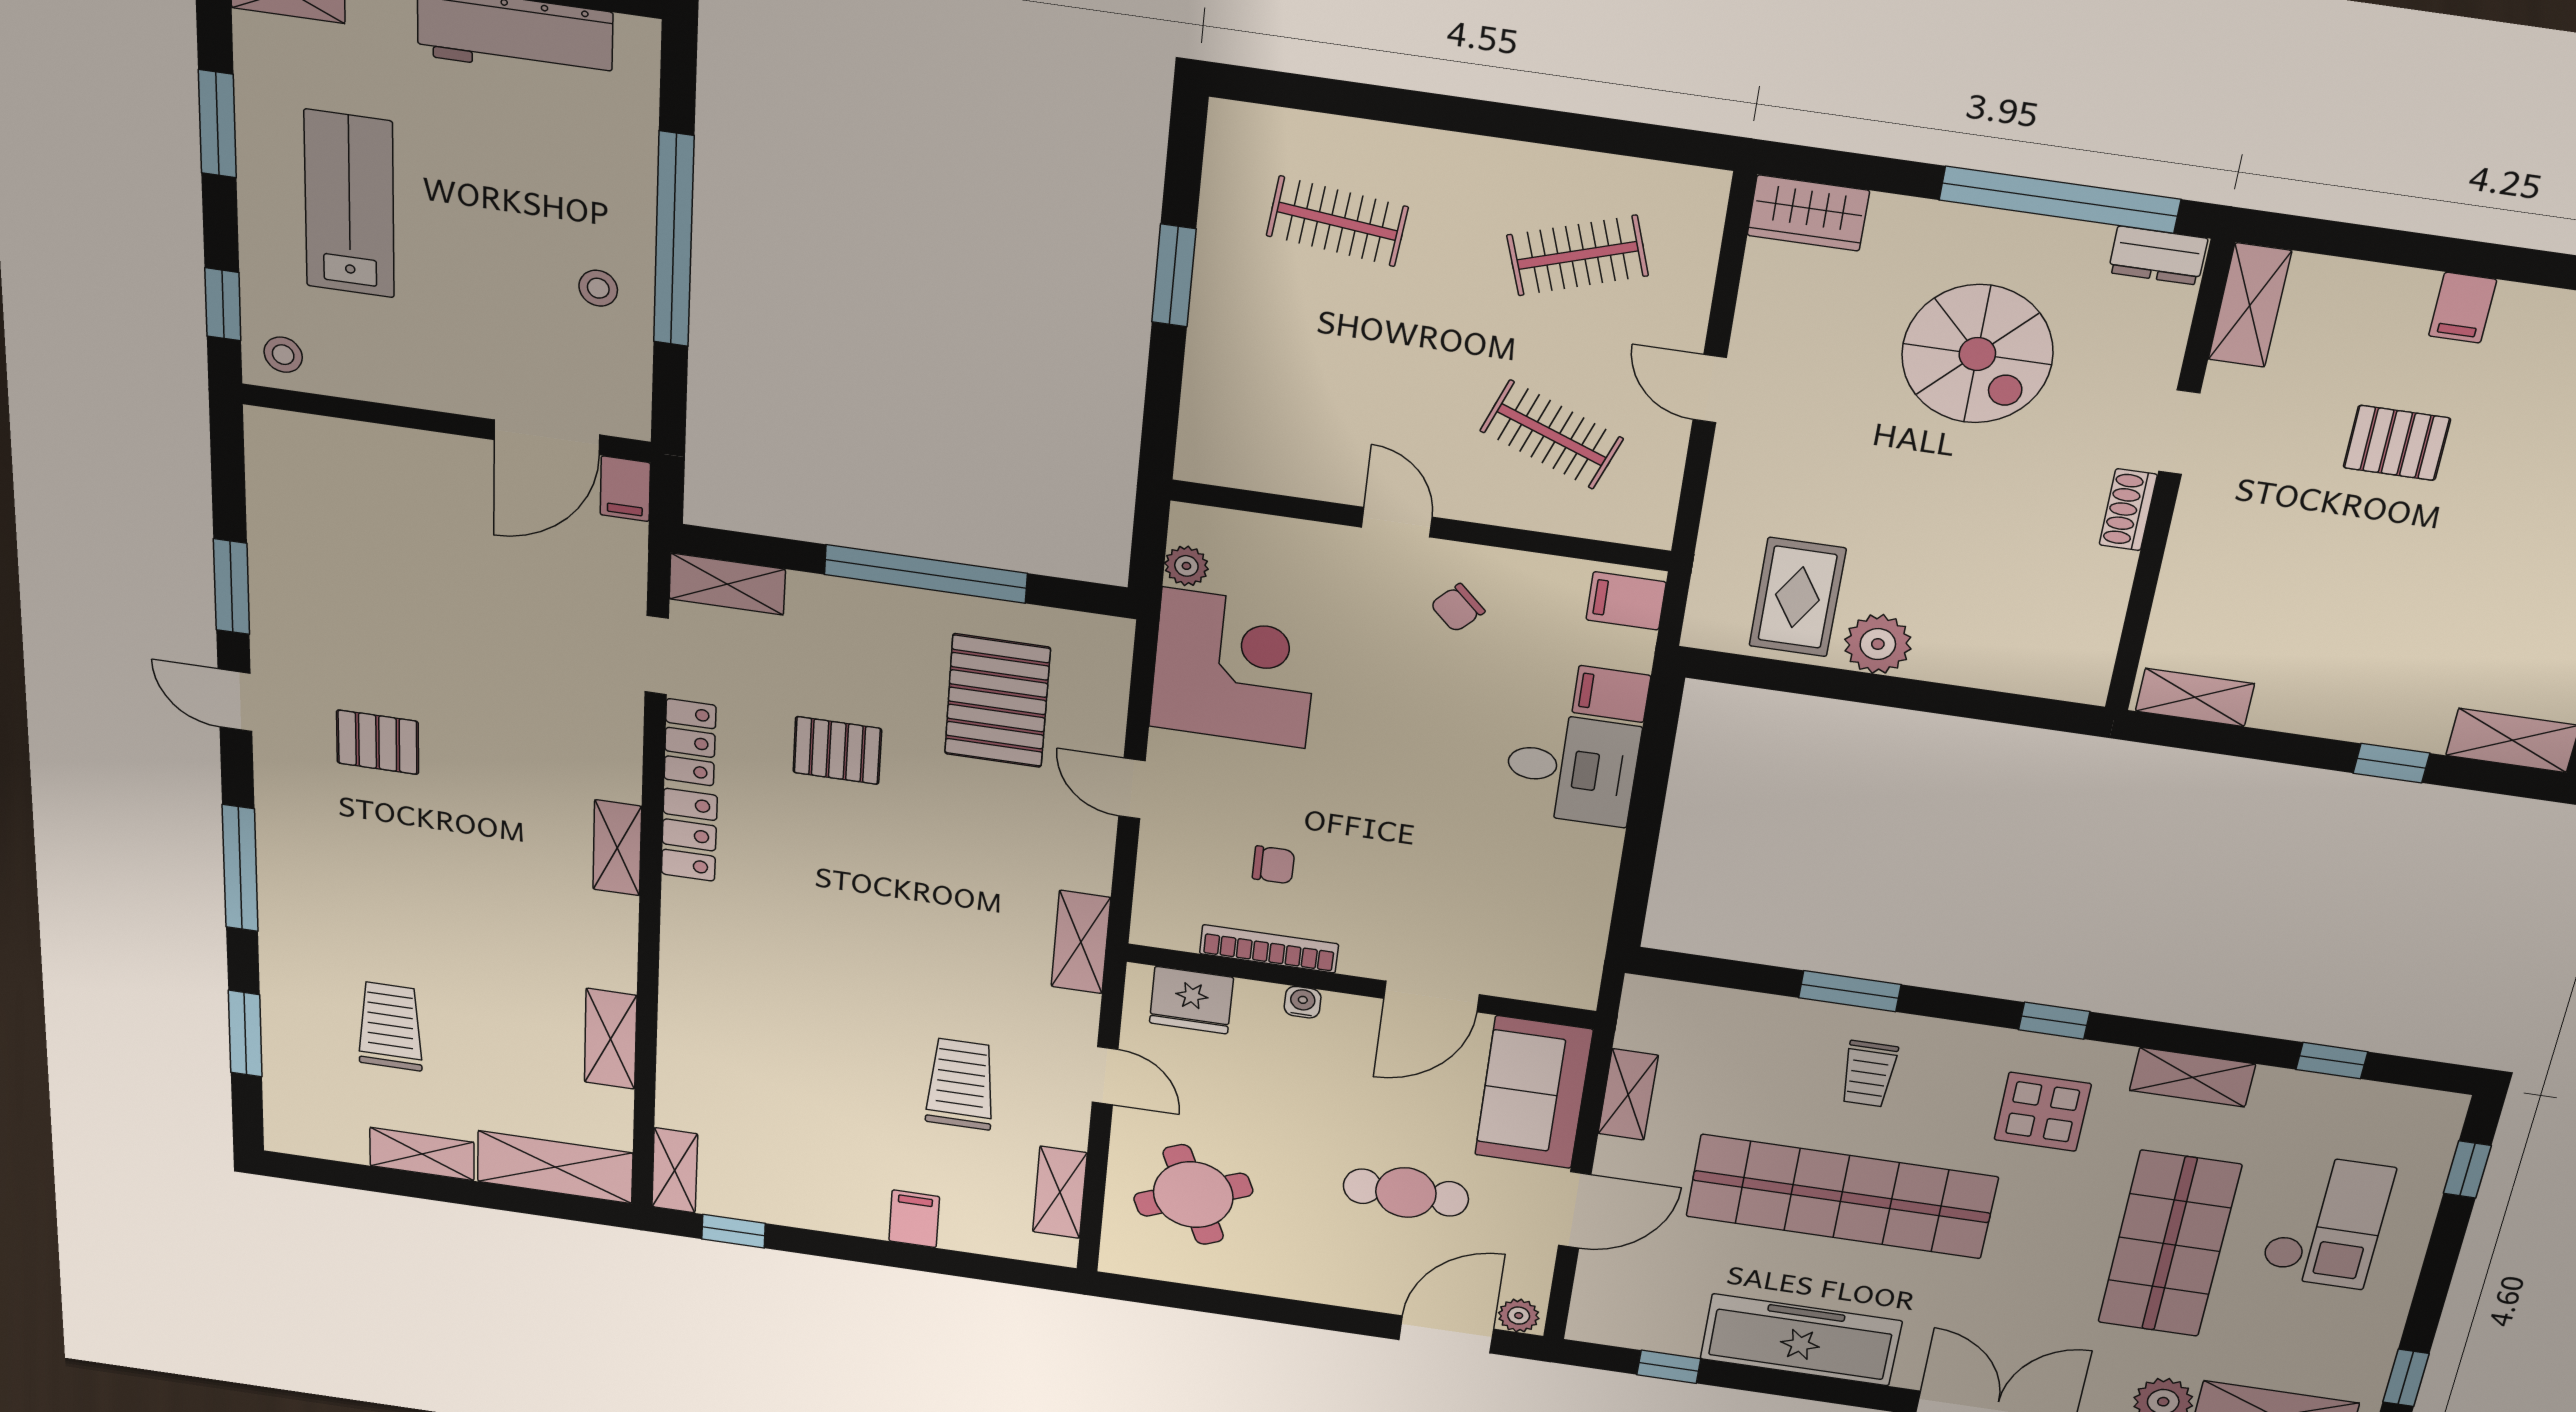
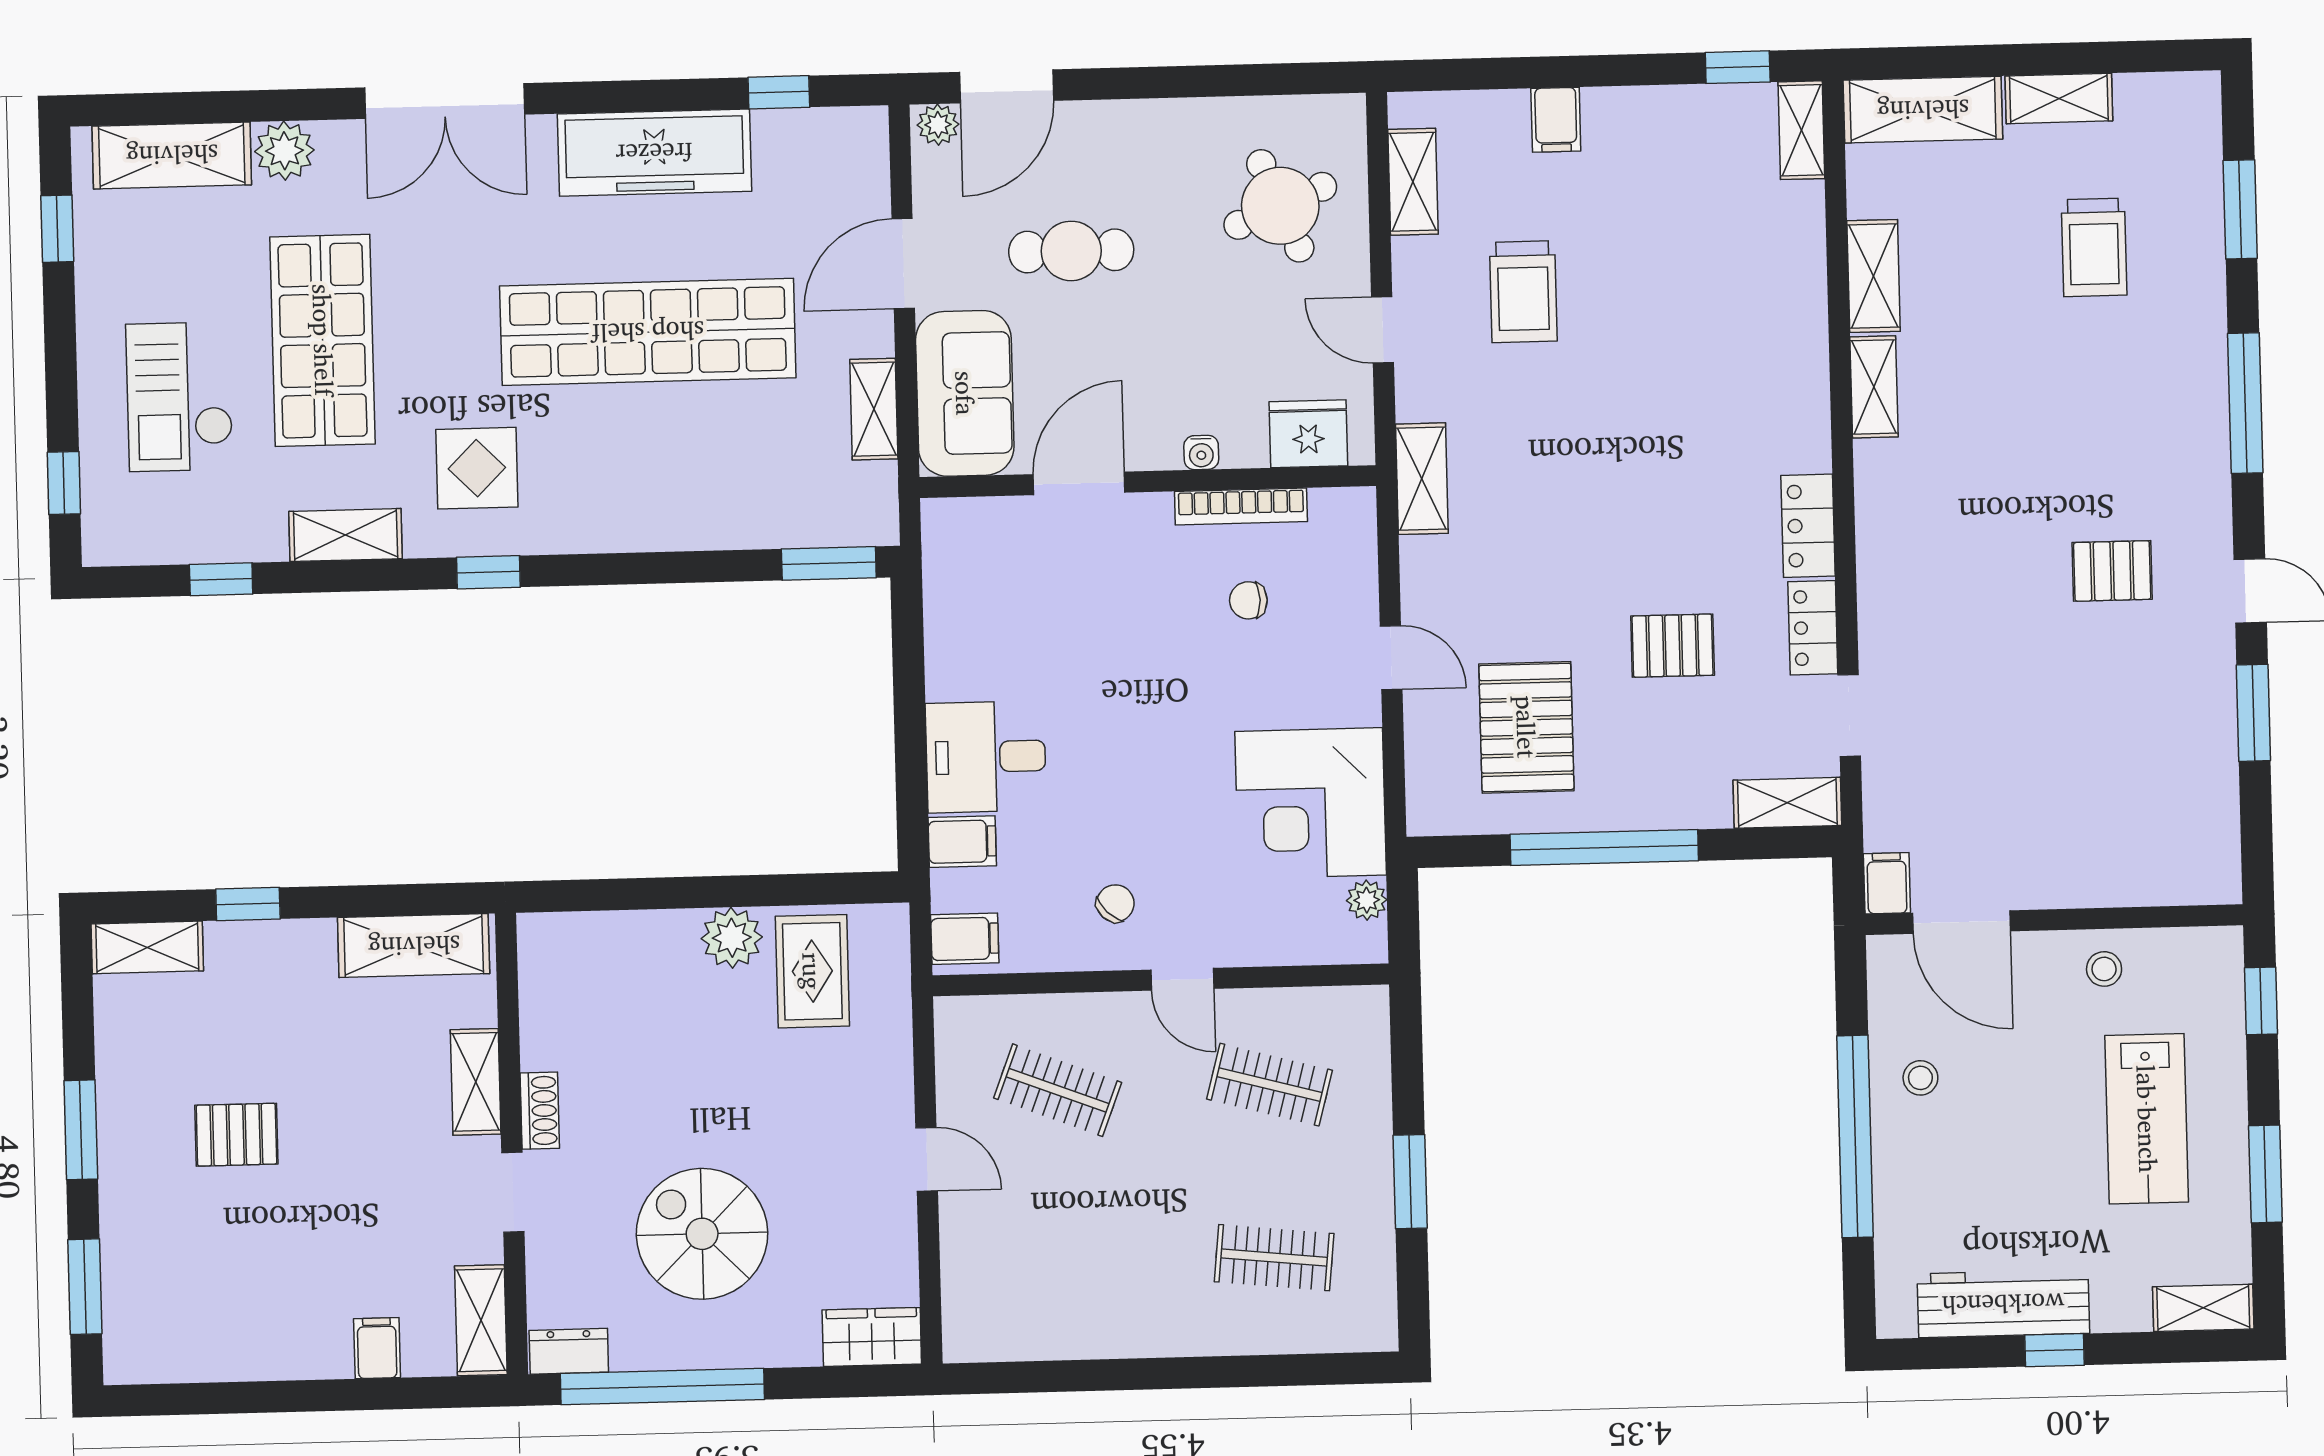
clothes rail: (1578, 255) -> (1270, 1085), moved, turned 33
filing cabinet: (2463, 308) -> (377, 1348), moved
stool: (283, 355) -> (2104, 969), moved
door: (547, 437) -> (1961, 922), swing flipped
pallet: (2397, 443) -> (236, 1135), moved
shelving: (2192, 550) -> (476, 1082), added
shelving: (2195, 697) -> (414, 946), width x1.50, depth x1.33
shelving: (617, 848) -> (1874, 387), moved
window: (1850, 991) -> (829, 563), moved
trolley: (1868, 1074) -> (650, 478), removed

